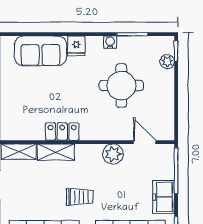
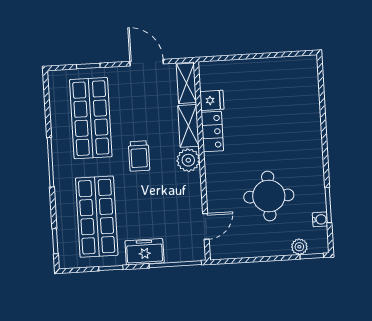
water cooler: (110, 42) -> (320, 219), moved
fridge: (76, 46) -> (212, 100), moved, turned 180
sofa: (40, 51) -> (303, 101), removed
plant: (113, 154) -> (188, 160), moved

